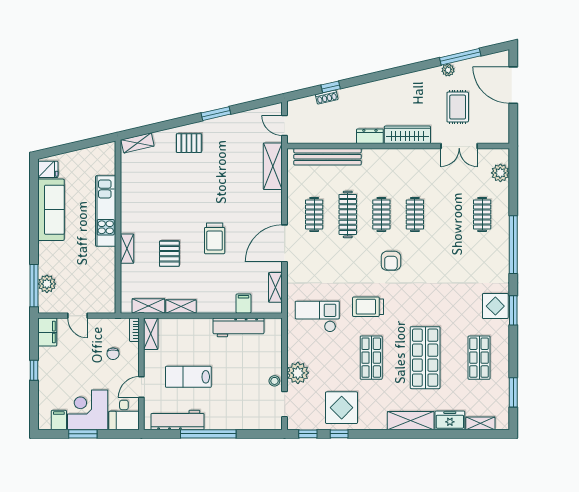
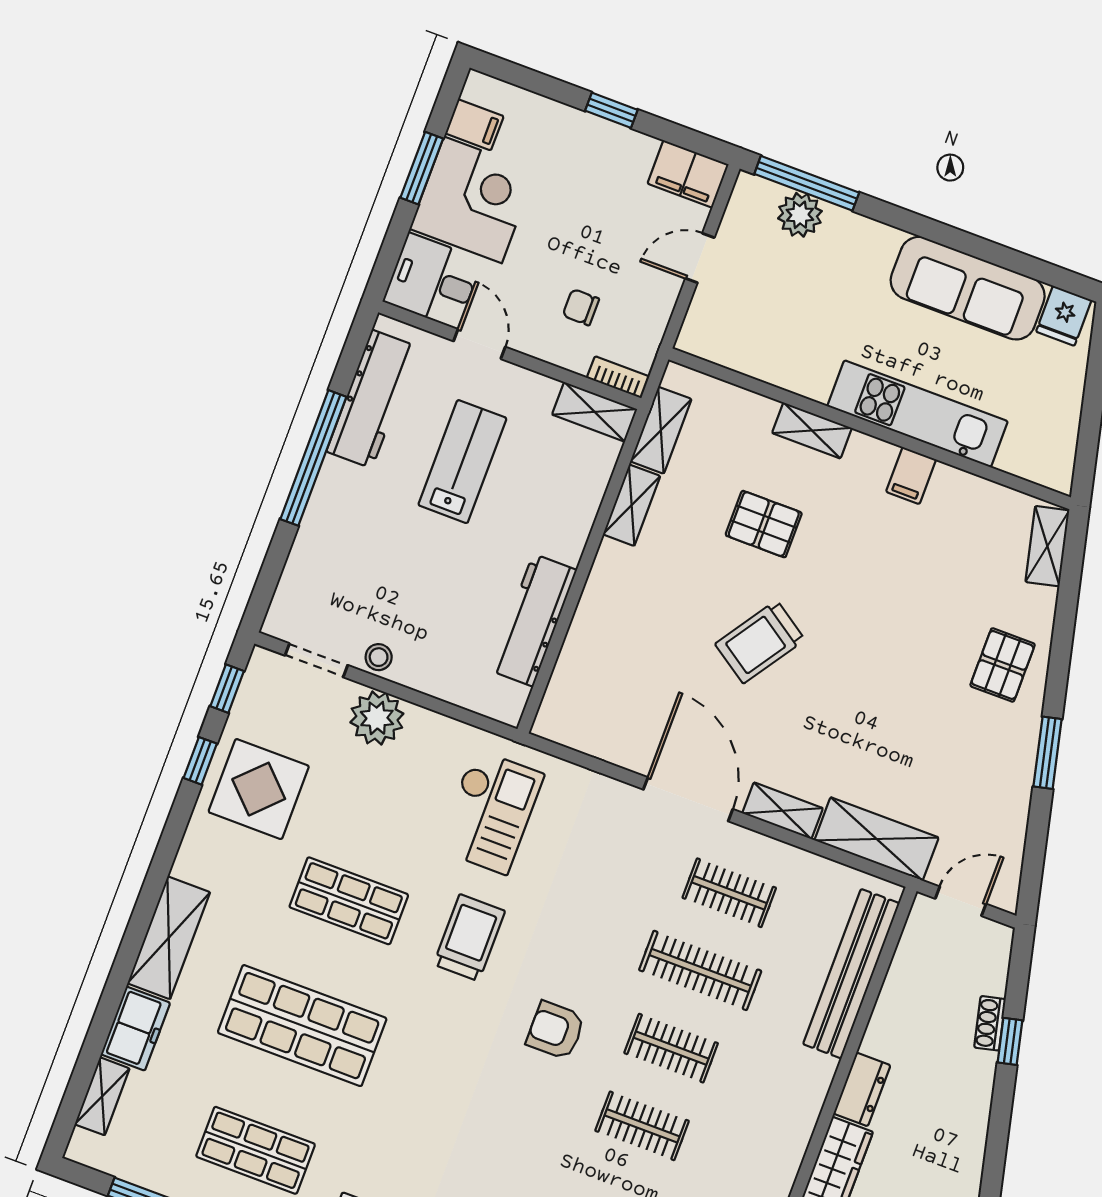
trolley: (215, 238) -> (760, 642), turned -56
shelving: (275, 287) -> (783, 811), moved
filing cabinet: (243, 304) -> (911, 476), moved, turned 90

